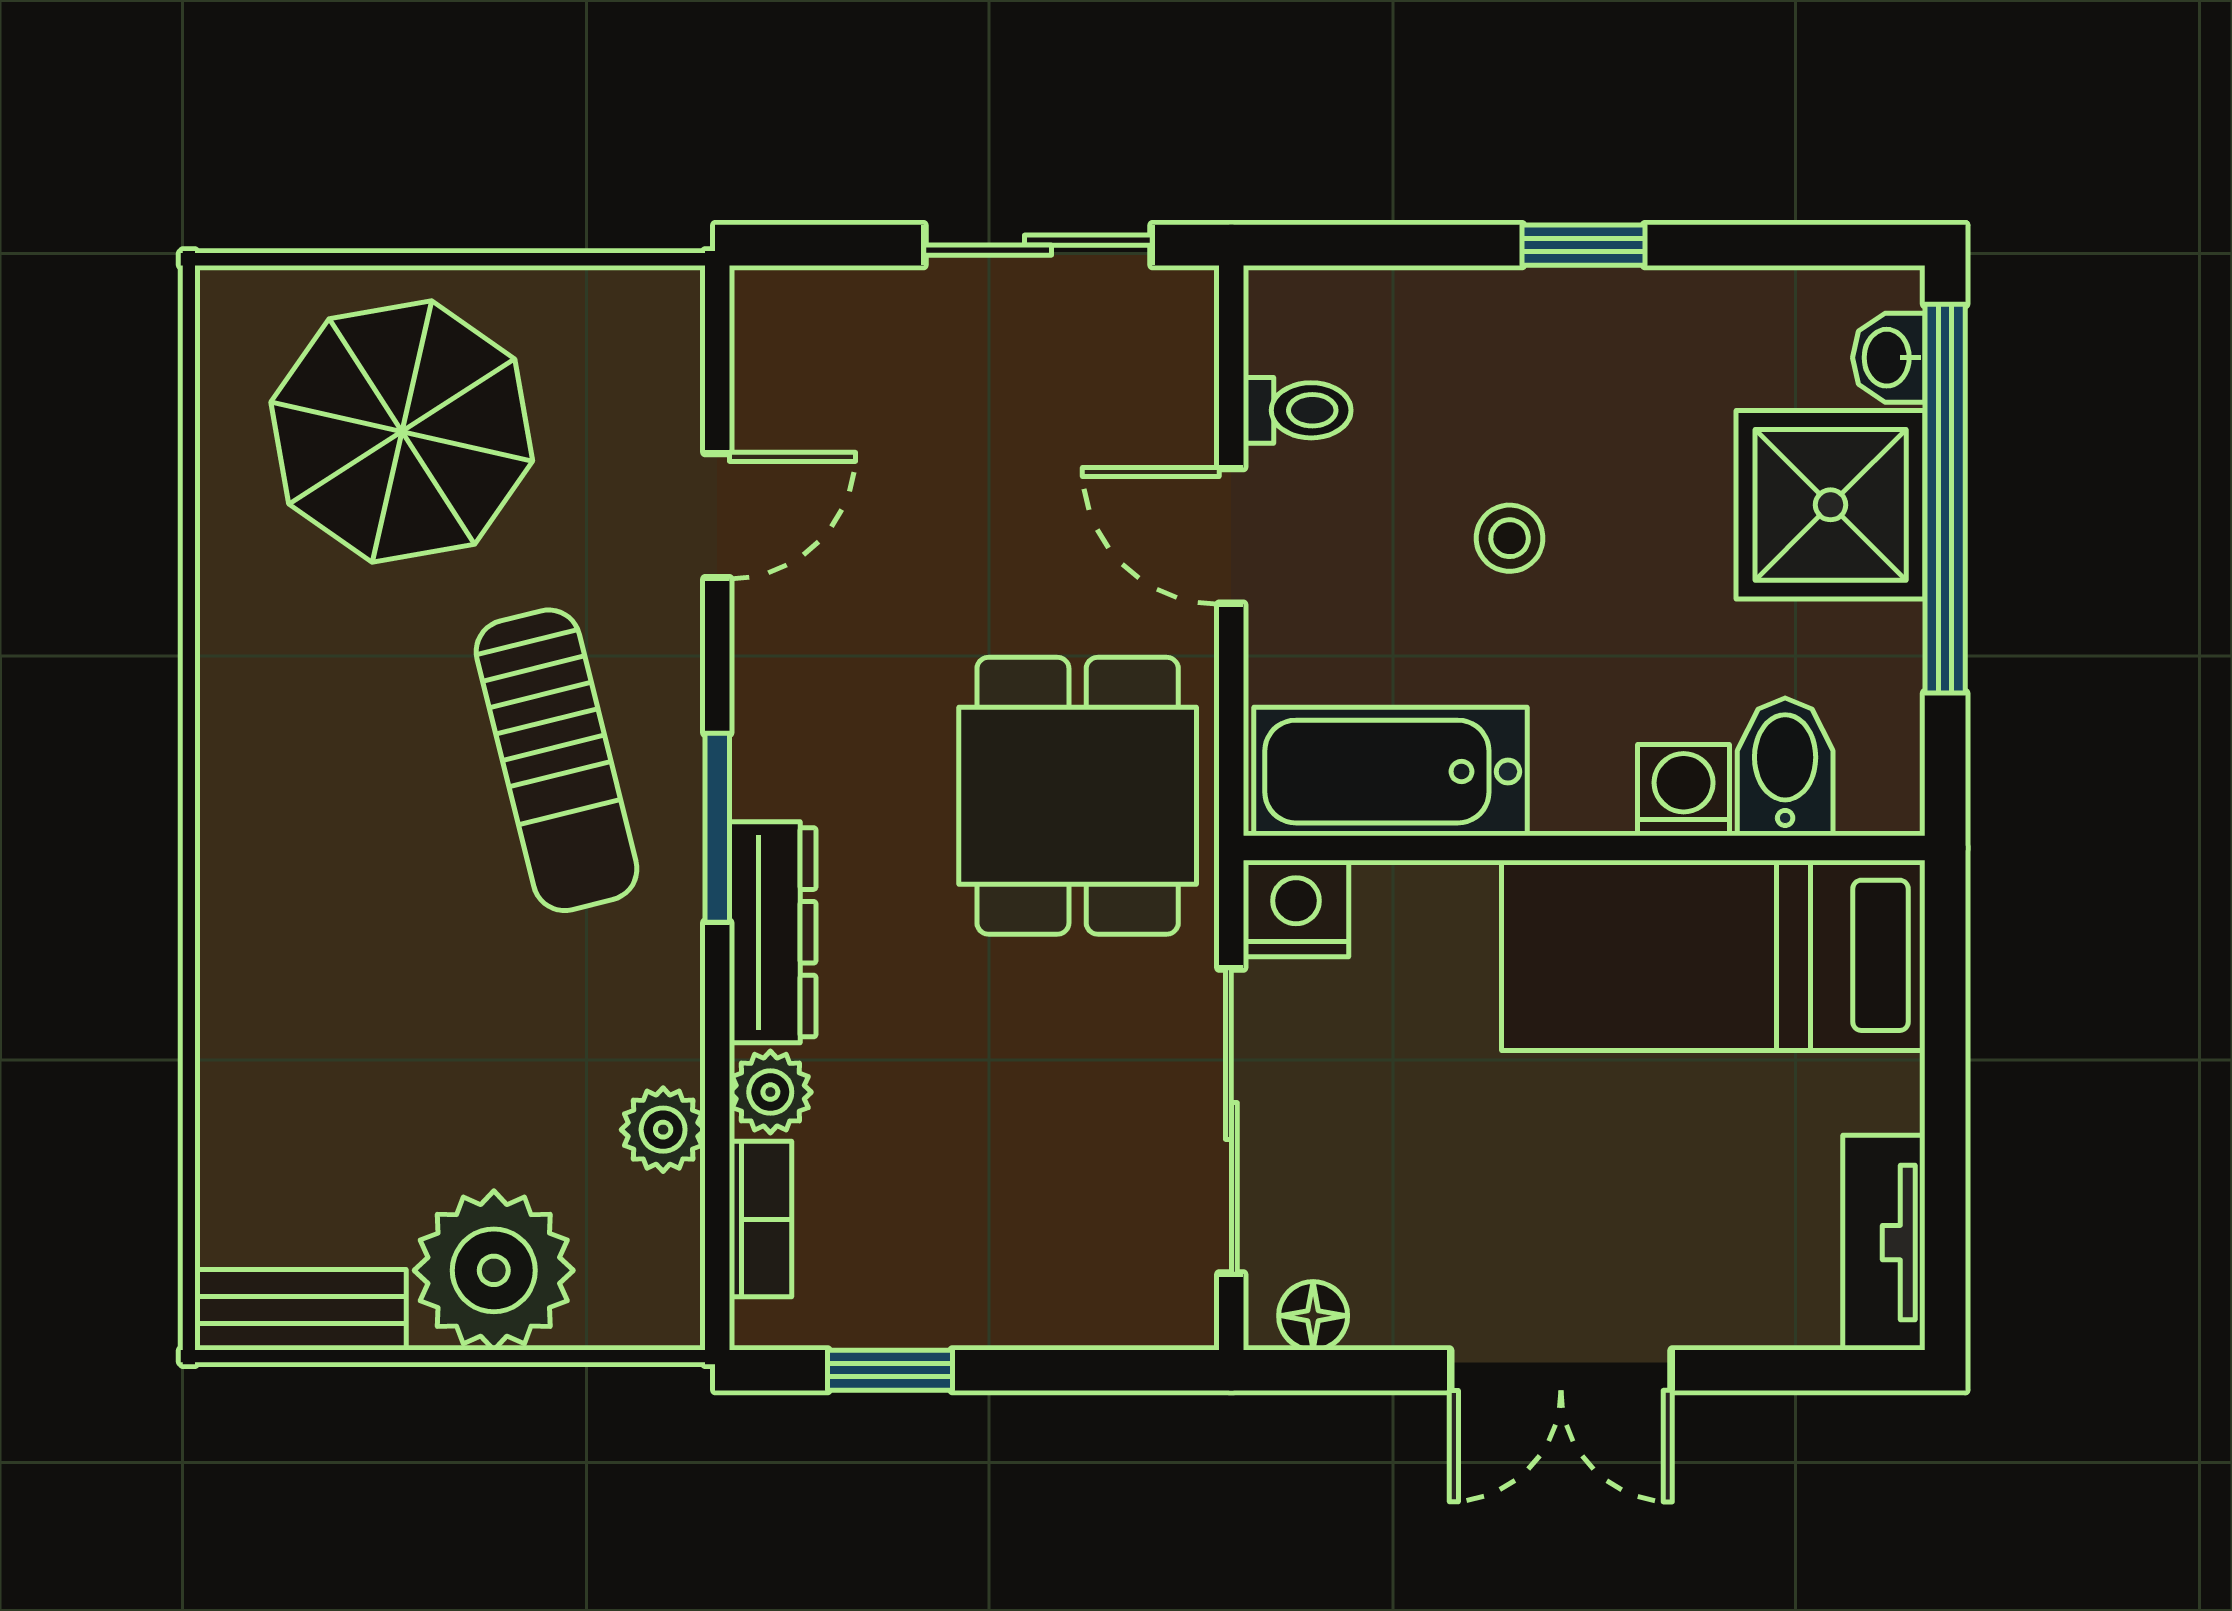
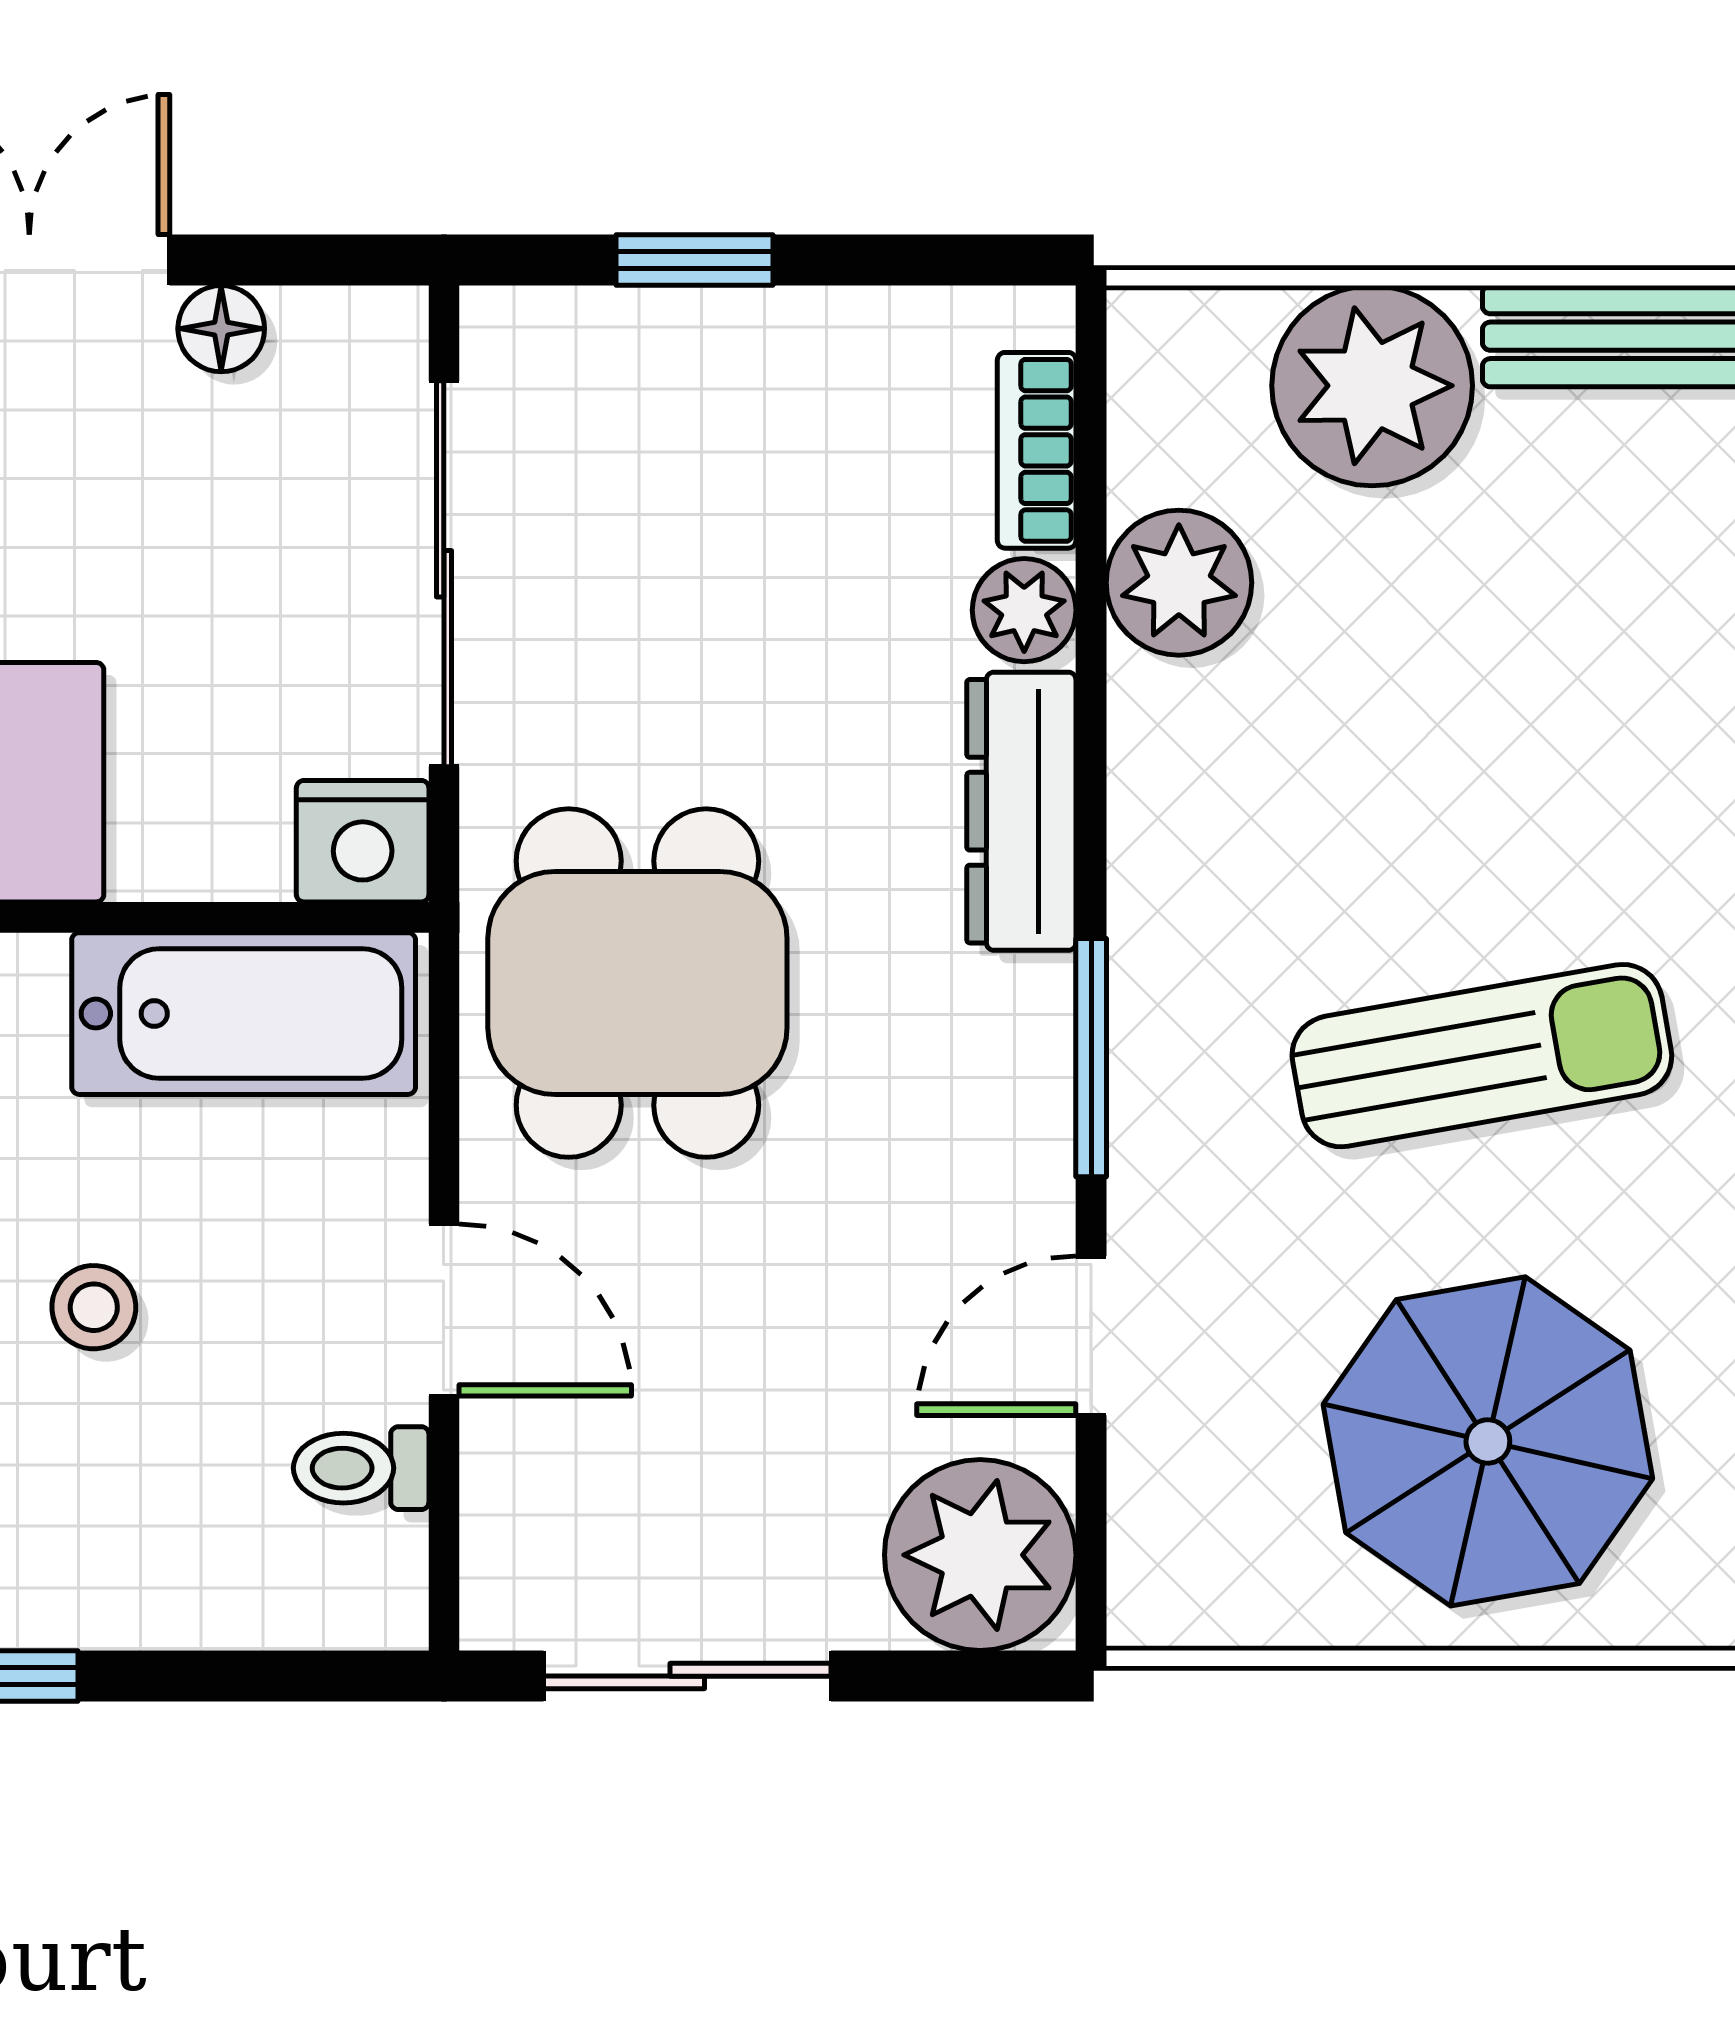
plant: (805, 341) -> (980, 1555), added
sun lounger: (557, 760) -> (1482, 1056), moved, turned 94
window: (717, 828) -> (1091, 1058), moved
plant: (663, 1130) -> (1179, 583), width x1.38, depth x1.38
floor lamp: (1313, 1316) -> (221, 329), moved
window: (890, 1370) -> (694, 260), moved

